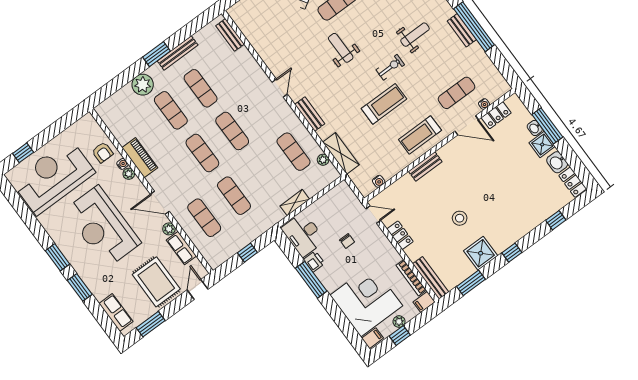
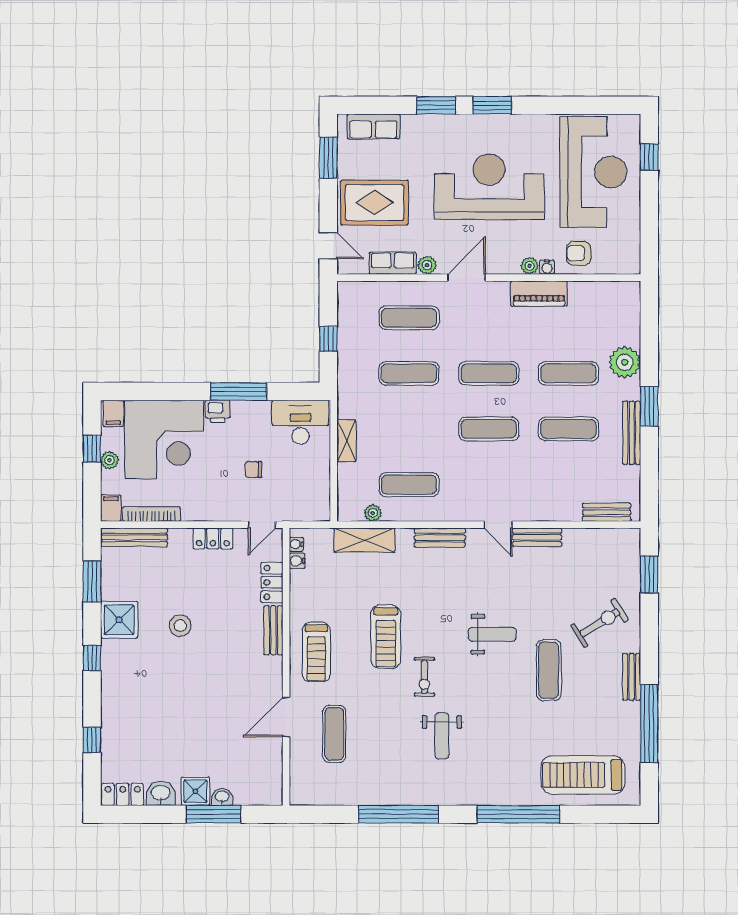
bench: (462, 30) -> (537, 537), moved
water cooler: (484, 104) -> (296, 544), moved
locker: (496, 115) -> (272, 582), moved
treadmill: (420, 135) -> (316, 652), turned 180
printer: (314, 261) -> (218, 411), moved

